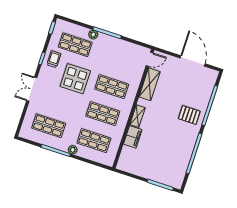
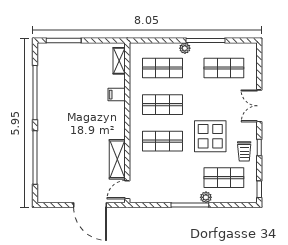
door: (193, 61) -> (90, 205), moved
double door: (32, 89) -> (259, 106), swing flipped
pallet: (189, 115) -> (56, 138), removed
shelving: (138, 116) -> (119, 61), moved
filing cabinet: (133, 137) -> (117, 95), width x0.50

